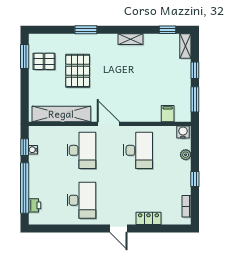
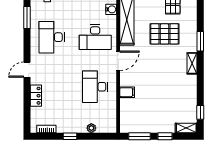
shelving: (130, 39) -> (192, 63), moved
filing cabinet: (168, 114) -> (127, 92), moved
water cooler: (183, 132) -> (111, 9), moved
desk: (138, 150) -> (95, 87), turned 90
desk: (81, 200) -> (52, 37), turned 90
window: (59, 229) -> (27, 18), added

